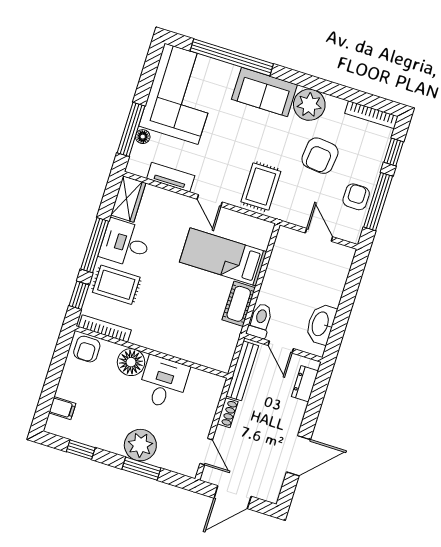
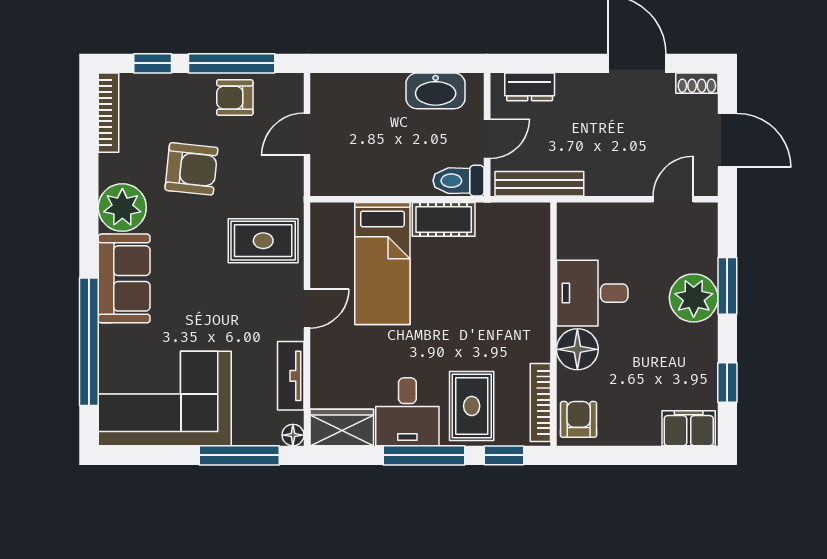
floor lamp: (143, 137) -> (293, 435), moved
armchair: (87, 349) -> (579, 419), turned -90
filing cabinet: (62, 408) -> (689, 428), width x2.00
shoe rack: (228, 413) -> (697, 83), moved, turned 180

